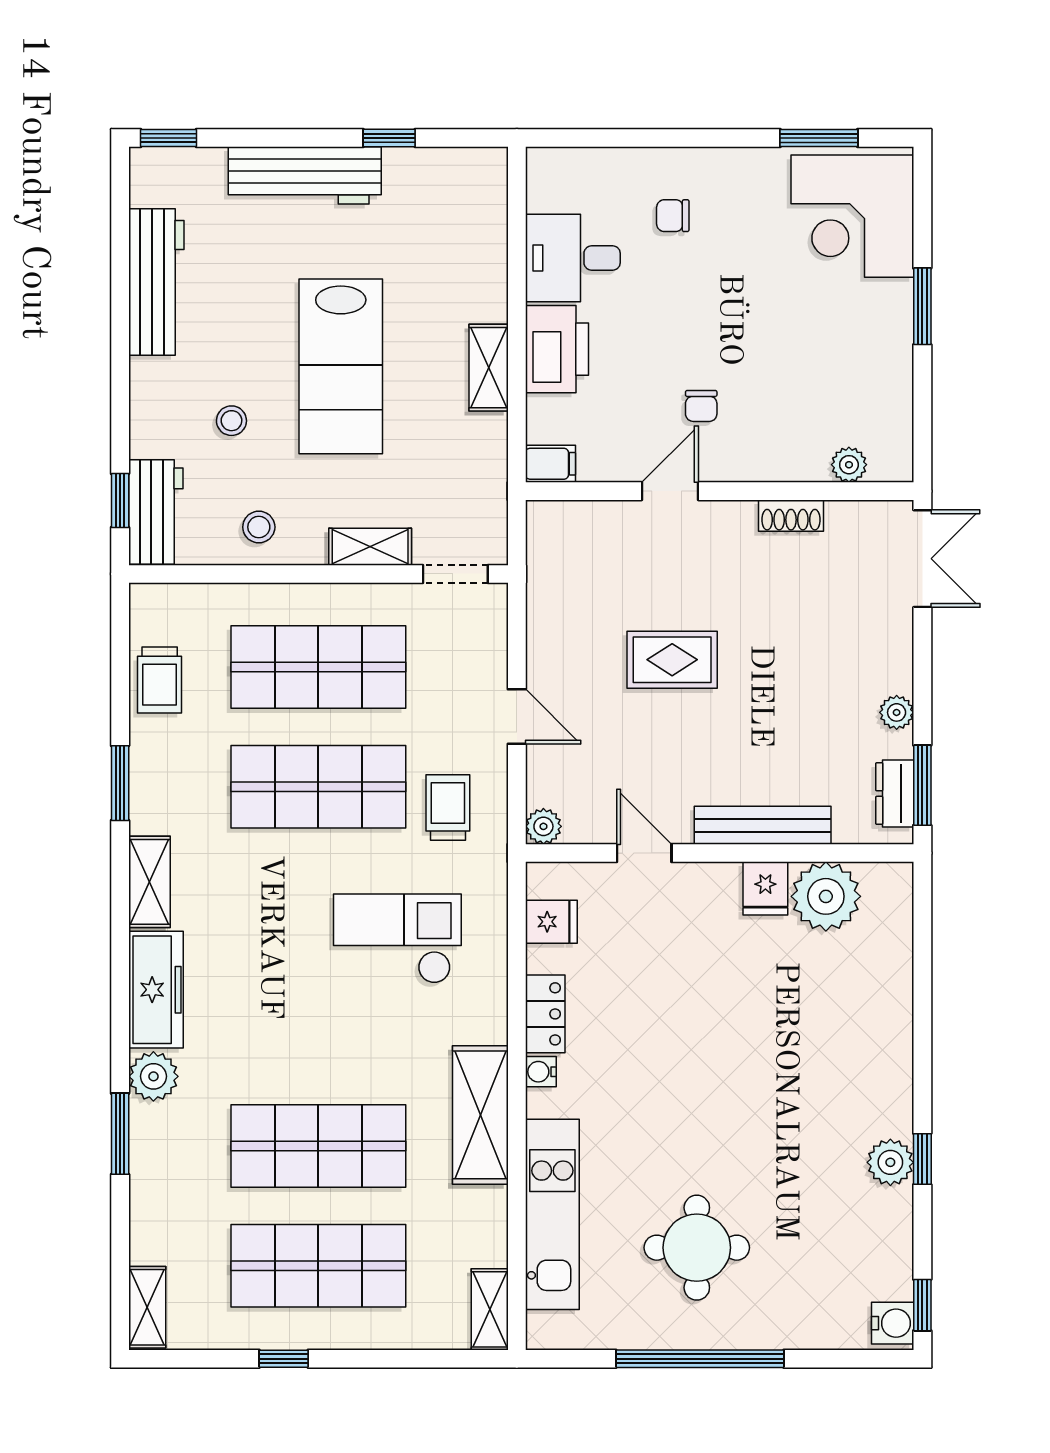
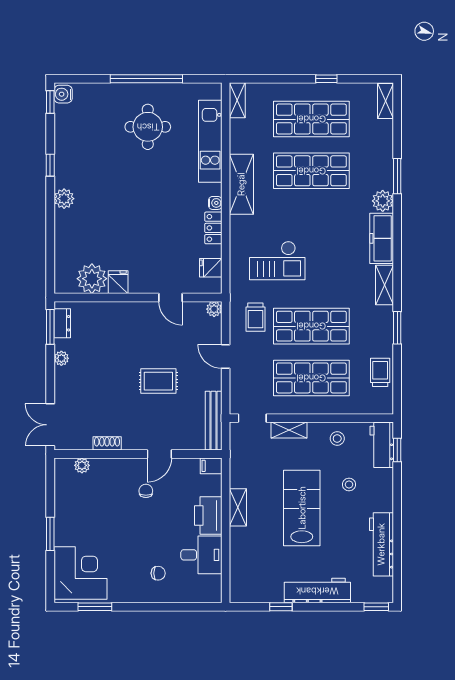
bench: (763, 825) -> (214, 421), moved, turned 90
plant: (890, 1162) -> (64, 199), moved

